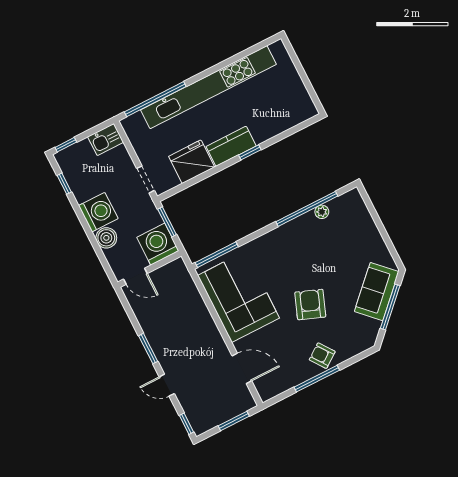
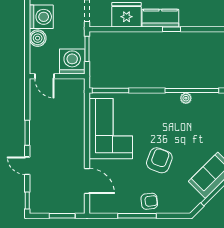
plant: (322, 212) -> (186, 98), moved
armchair: (322, 356) -> (149, 201), turned 119

